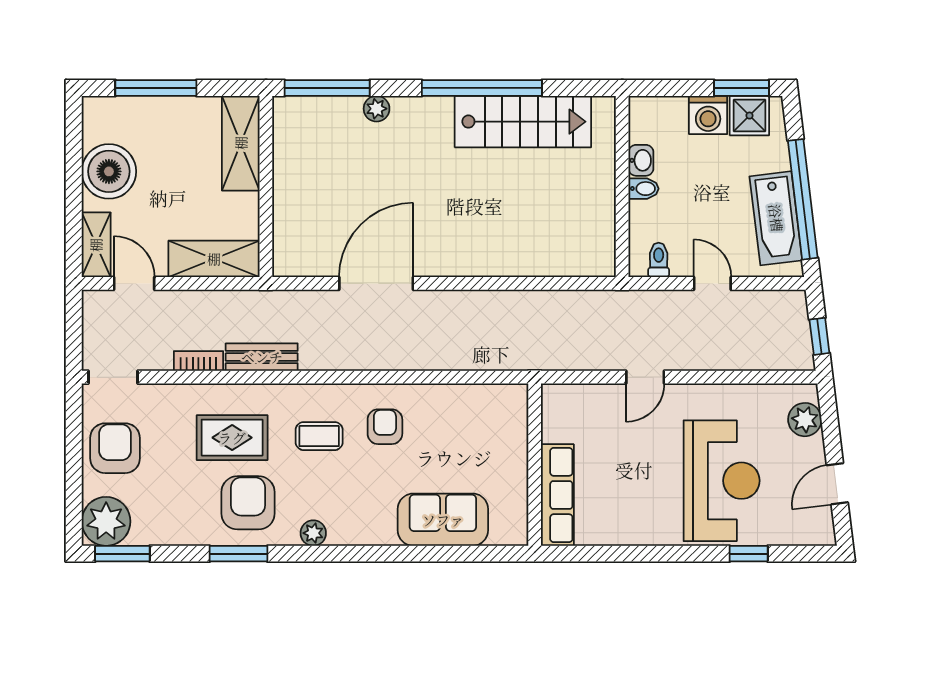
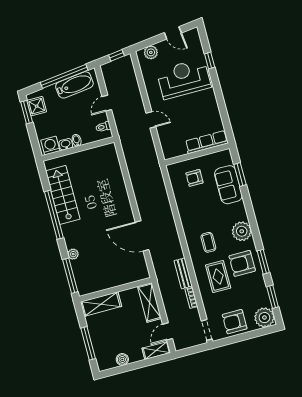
washing machine: (708, 115) -> (50, 146), moved, turned -90
boiler: (109, 171) -> (122, 359), width x0.54, depth x0.54
armchair: (385, 427) -> (194, 178), moved
plant: (313, 533) -> (242, 231), width x1.87, depth x1.87
window: (122, 554) -> (273, 297), moved
window: (460, 554) -> (240, 174), added

